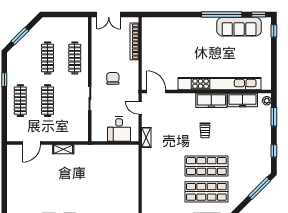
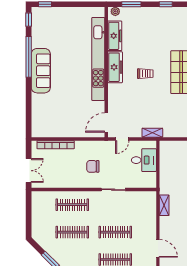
sofa: (239, 27) -> (41, 71), moved
shelving: (63, 149) -> (164, 205), moved

